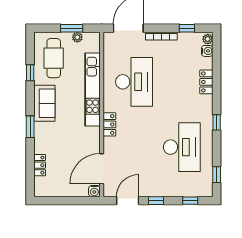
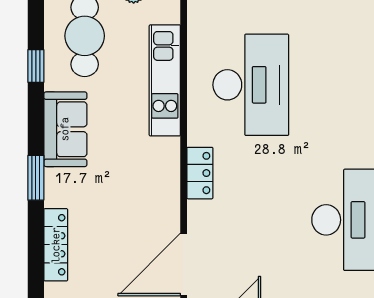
kitchen unit: (92, 89) -> (165, 80), width x0.73
locker: (40, 165) -> (56, 245), width x1.53

